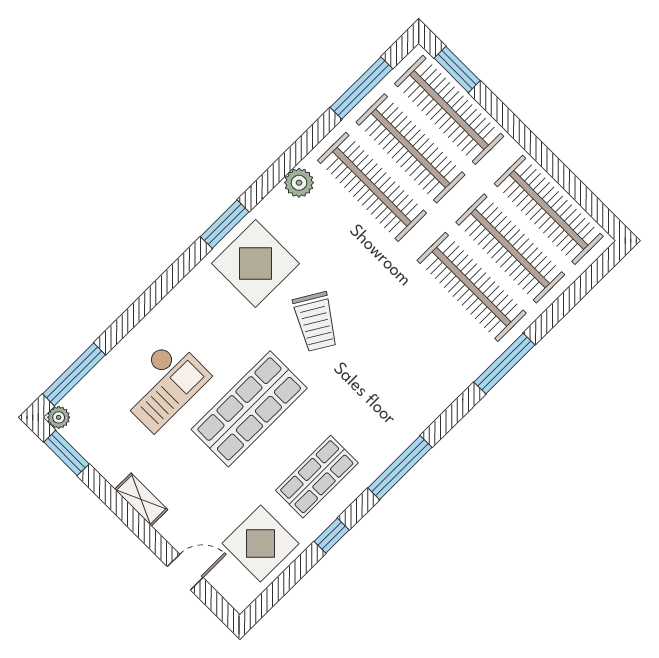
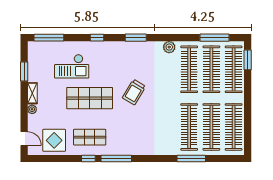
display table: (255, 264) -> (133, 58), removed
window: (157, 291) -> (97, 38), added
window: (504, 363) -> (191, 159), moved
plant: (59, 417) -> (32, 109), moved
window: (66, 453) -> (24, 72), moved
window: (332, 536) -> (88, 159), moved
door: (185, 572) -> (24, 138), moved

